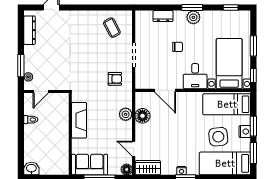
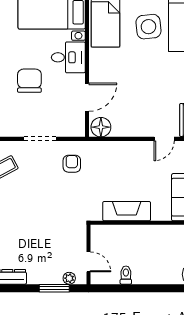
chair: (178, 47) -> (29, 81), width x1.87, depth x1.87
plant: (126, 114) -> (119, 149), removed
floor lamp: (142, 116) -> (101, 127), moved

